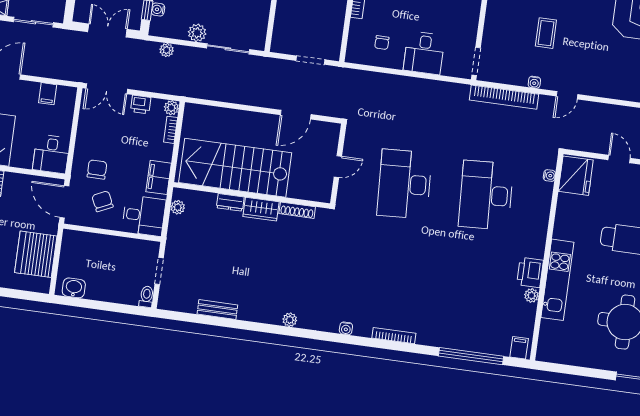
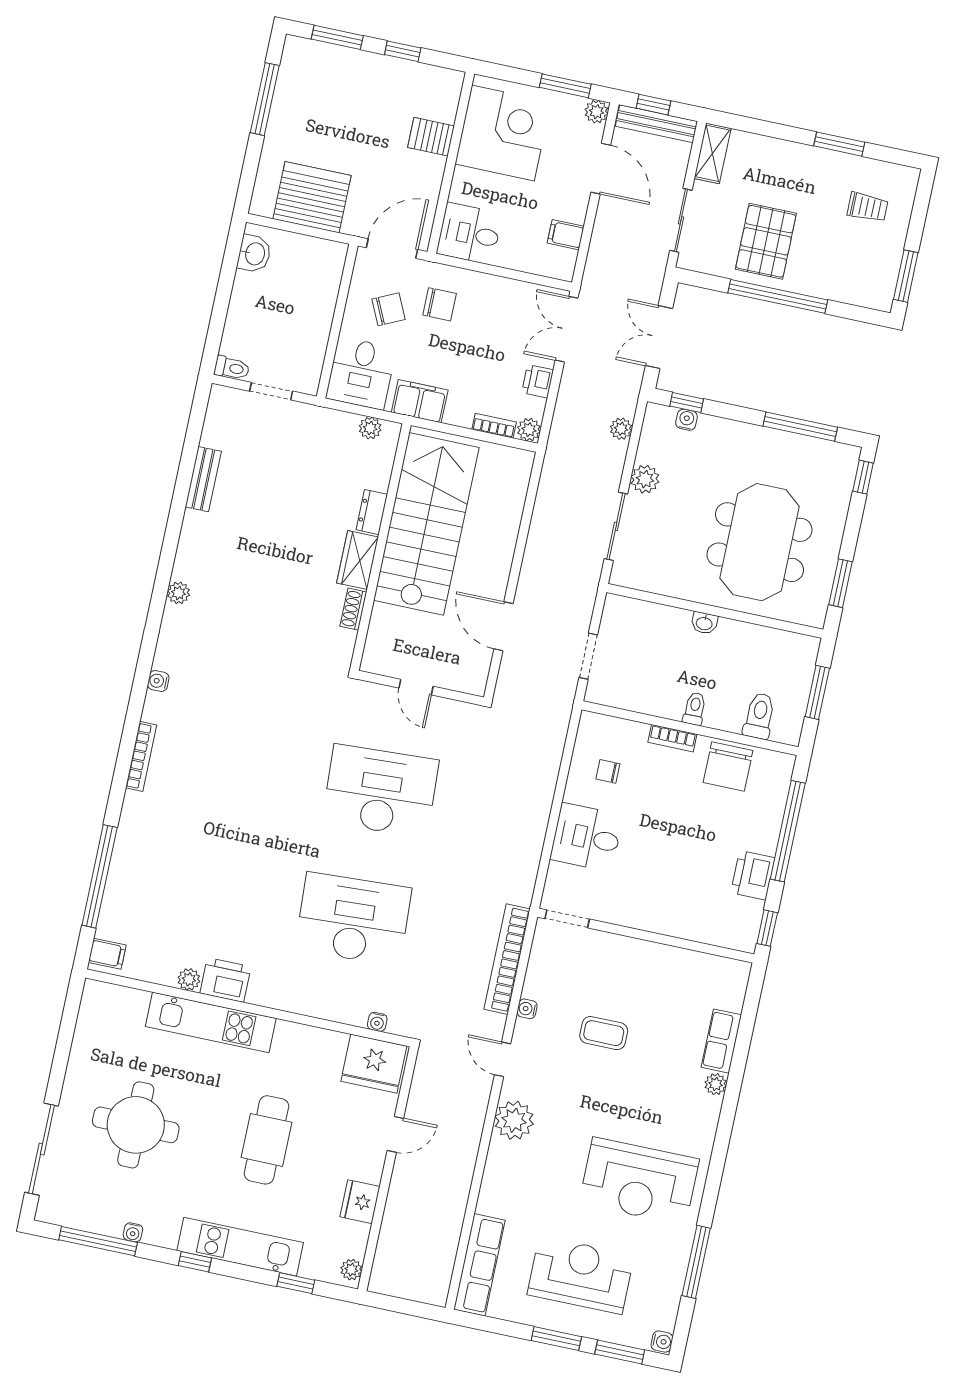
double door: (107, 31) -> (659, 337), swing flipped
plant: (605, 85) -> (514, 1120), added
shoe rack: (297, 210) -> (353, 609), width x0.70

